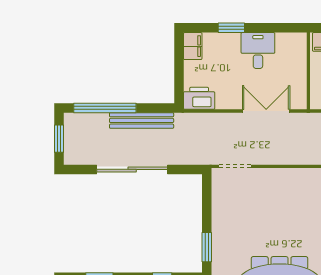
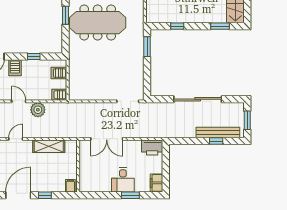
desk: (258, 51) -> (123, 180), moved
window: (105, 108) -> (216, 141), width x0.32
bench: (142, 120) -> (218, 132), moved

